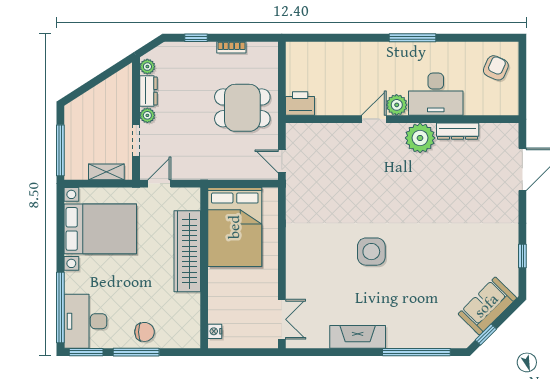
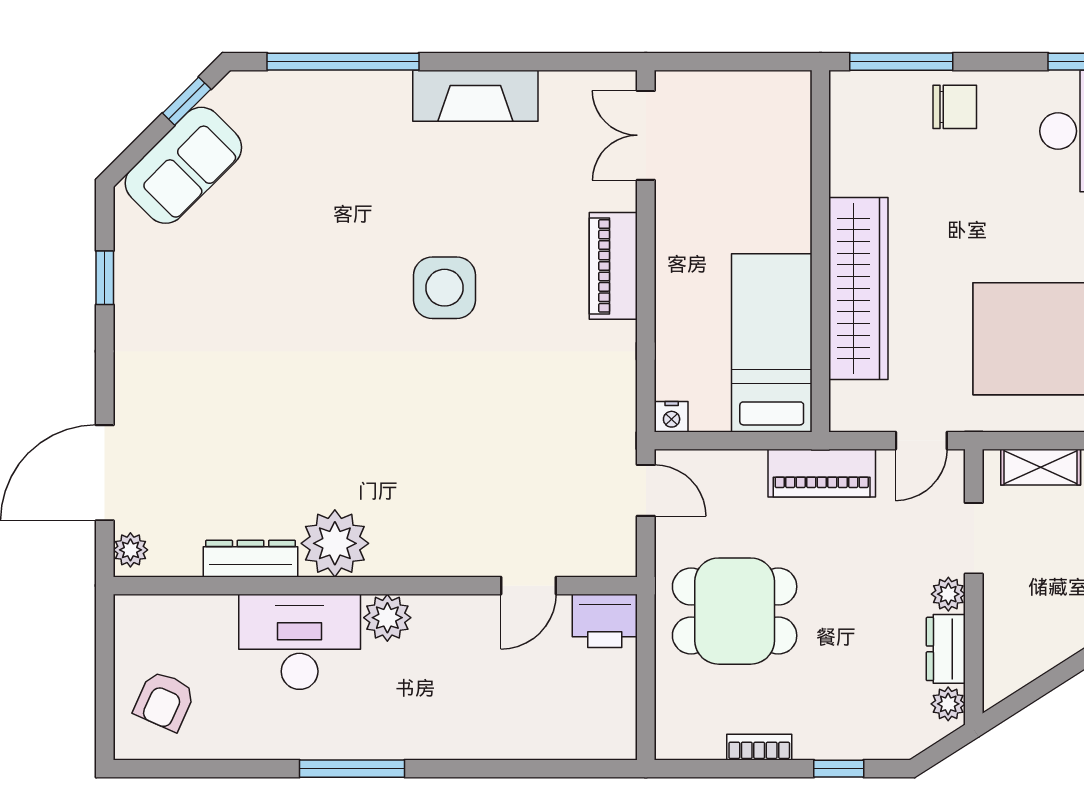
door: (374, 119) -> (528, 586), moved
plant: (511, 135) -> (130, 550), added
piano: (204, 169) -> (822, 473), added
bed: (235, 227) -> (772, 343), width x0.67
piano: (296, 261) -> (613, 266), added
nightstand: (215, 331) -> (672, 417), moved, turned 90
chair: (145, 332) -> (955, 107), turned 180
window: (136, 352) -> (901, 62), moved

